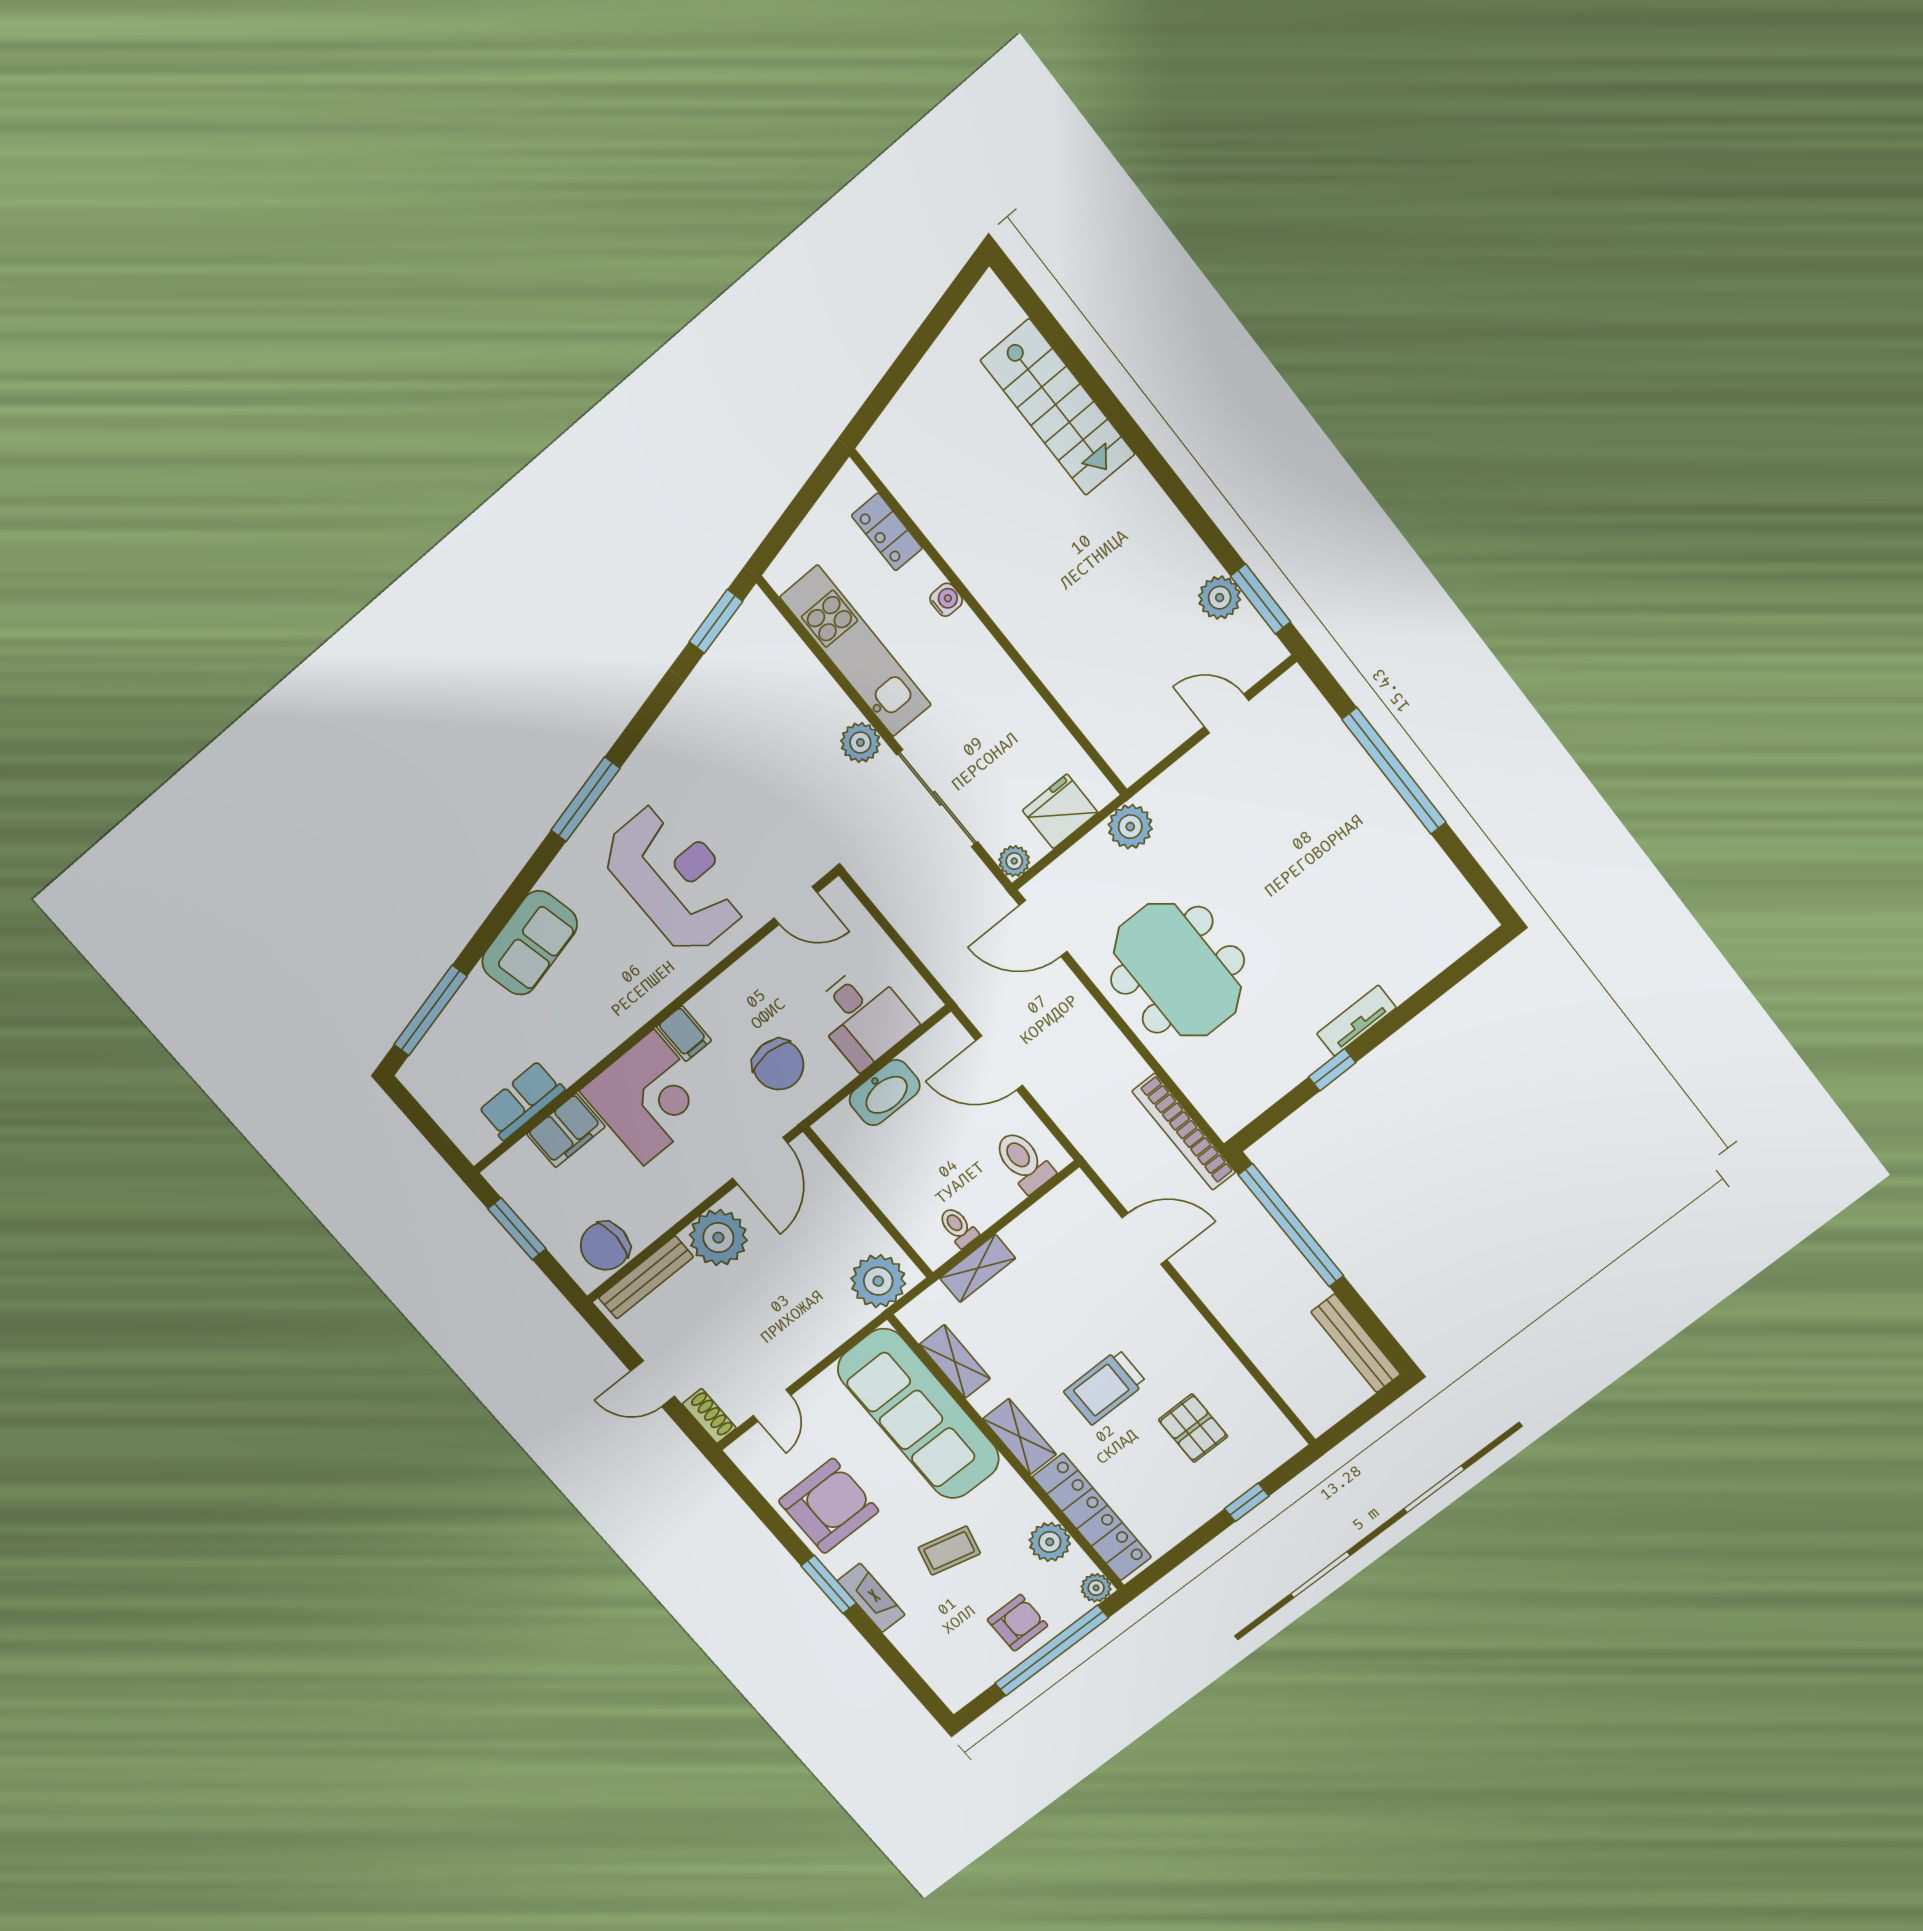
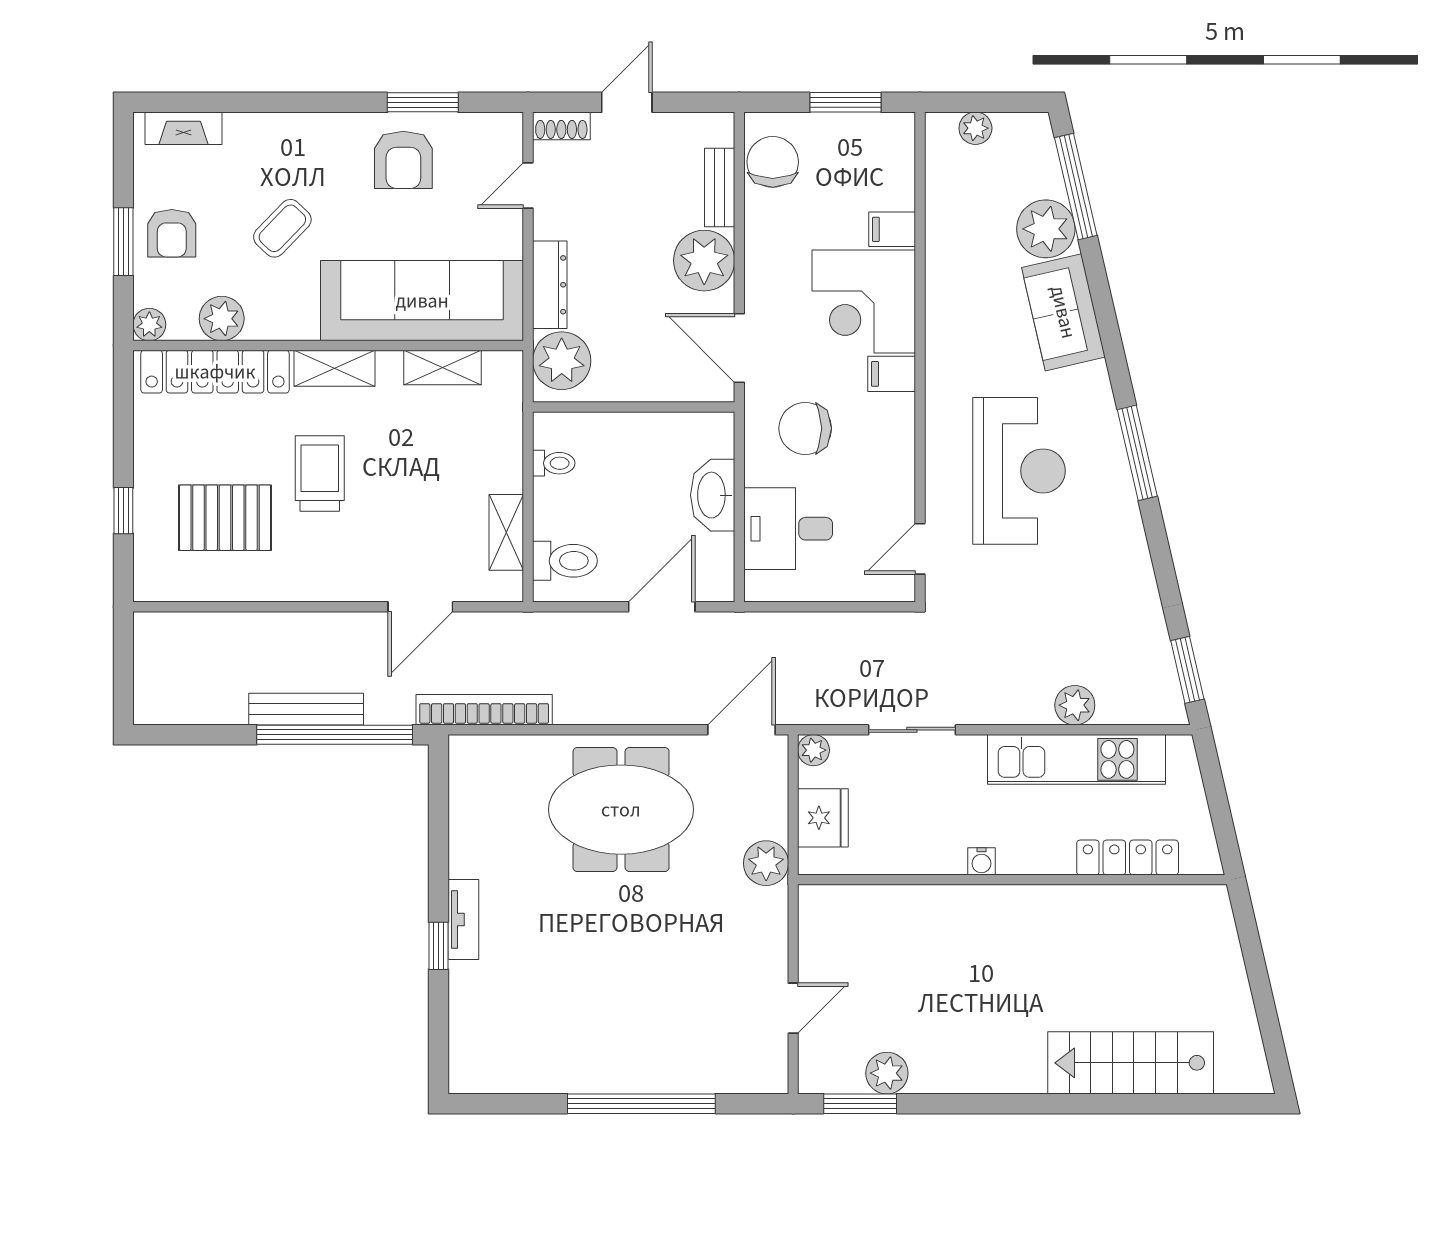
locker: (887, 532) -> (1128, 858), width x1.53
water cooler: (946, 600) -> (981, 861), moved
plant: (860, 742) -> (1075, 705), moved
sliding door: (937, 798) -> (912, 730), width x0.73
reception desk: (675, 878) -> (1019, 471), turned -90
plant: (480, 1007) -> (1046, 229), added
window: (1332, 1070) -> (438, 946), moved
row of seats: (521, 1101) -> (945, 197), removed
plant: (453, 1120) -> (975, 128), added
filing cabinet: (566, 1130) -> (892, 229), width x0.50
shelving: (978, 1268) -> (506, 532), moved
bench: (646, 1277) -> (720, 188), width x0.73
dresser: (830, 1333) -> (550, 285), added
bench: (1356, 1343) -> (306, 709), moved
door: (772, 1405) -> (528, 185), hinge flipped
pallet: (1193, 1428) -> (225, 518), width x1.50, depth x1.42
armchair: (829, 1506) -> (403, 160), width x0.73, depth x0.73
coffee table: (949, 1551) -> (282, 228), turned 30
window: (829, 1585) -> (423, 102), moved
fireplace: (871, 1598) -> (183, 128), moved
window: (1052, 1651) -> (123, 242), width x0.47

